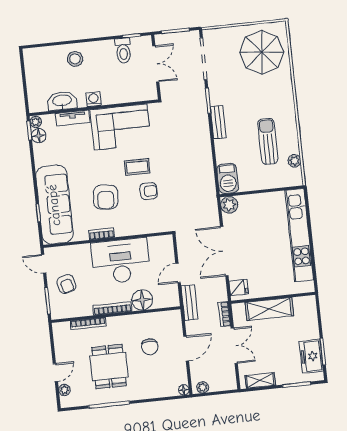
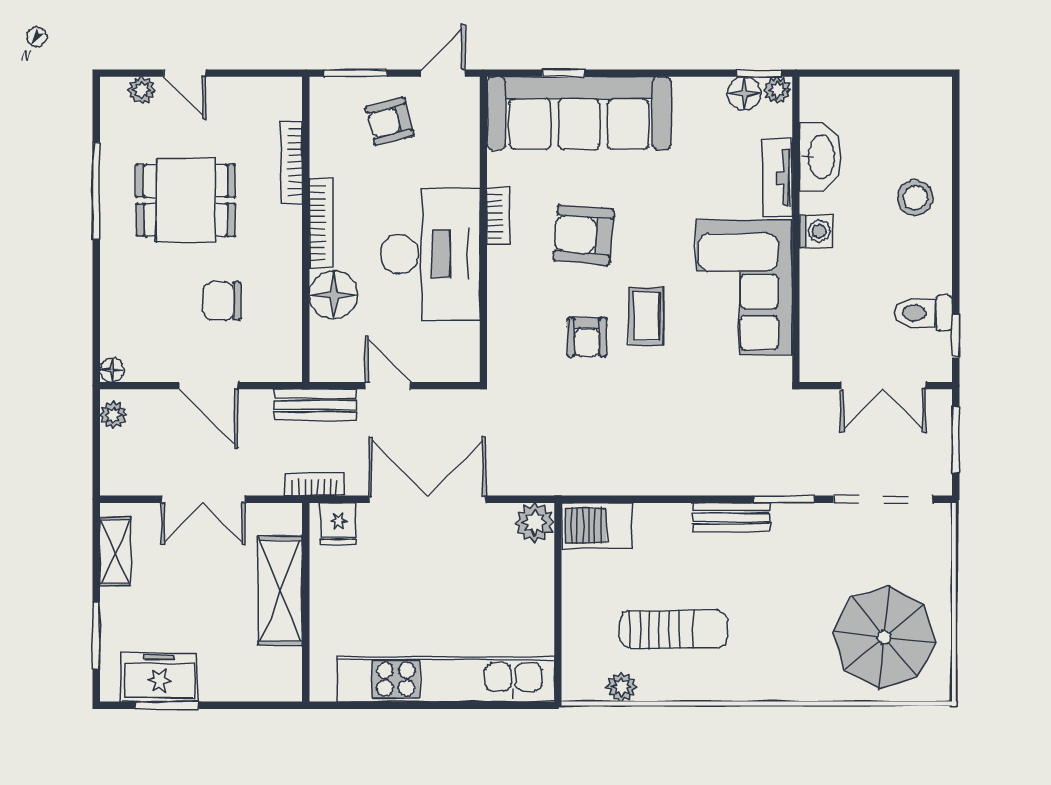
bookcase: (224, 314) -> (315, 484), moved

